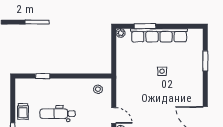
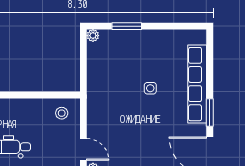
row of seats: (159, 35) -> (197, 84), moved, turned 90
window: (205, 61) -> (210, 112), moved

